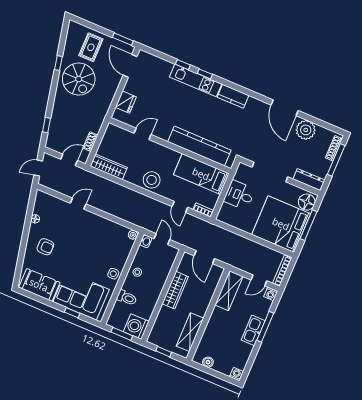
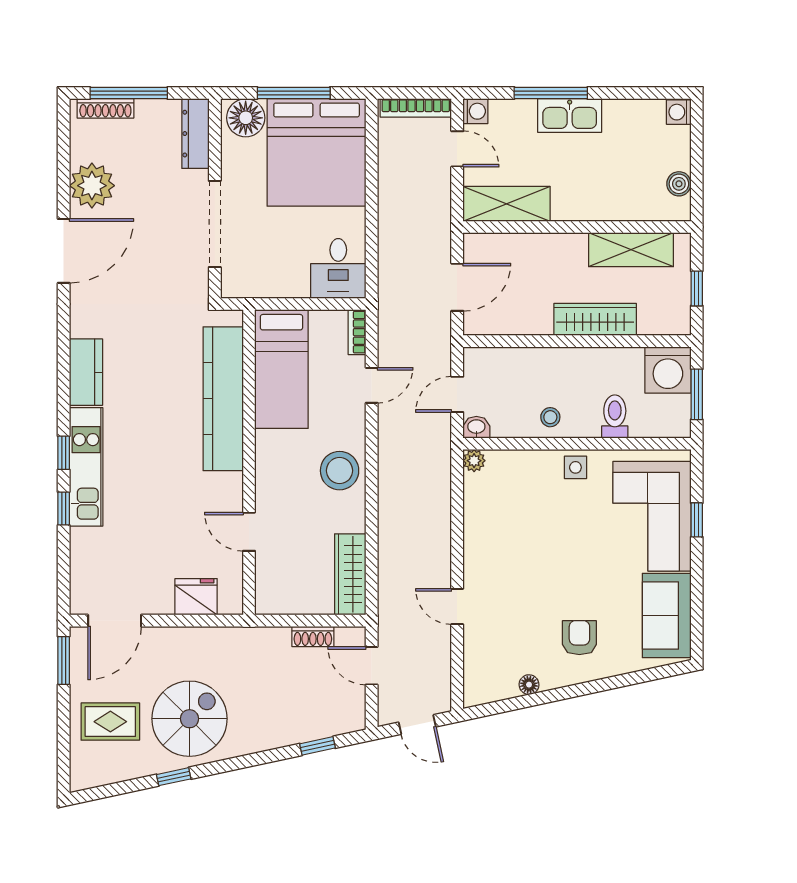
desk: (239, 195) -> (338, 268), moved
wardrobe: (175, 290) -> (595, 319), moved

